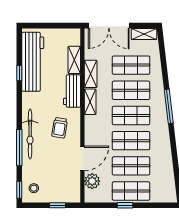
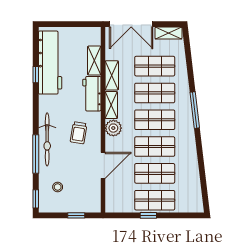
plant: (92, 181) -> (113, 128), moved
stool: (34, 188) -> (58, 187), moved

